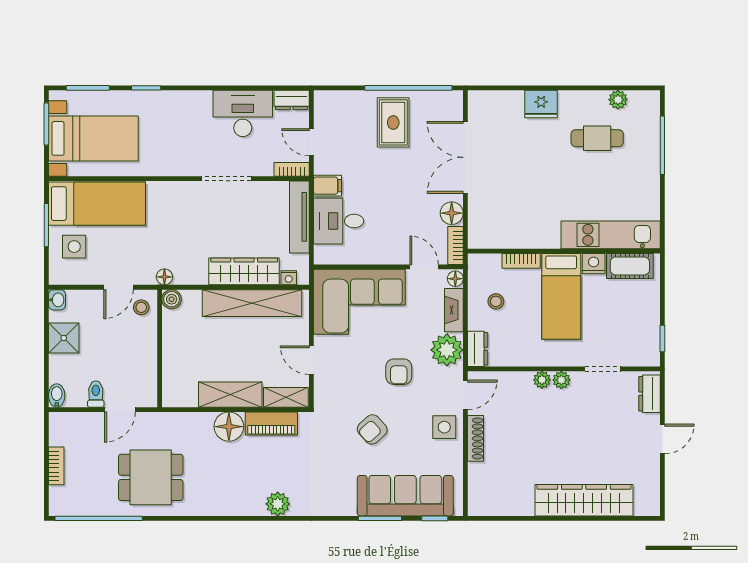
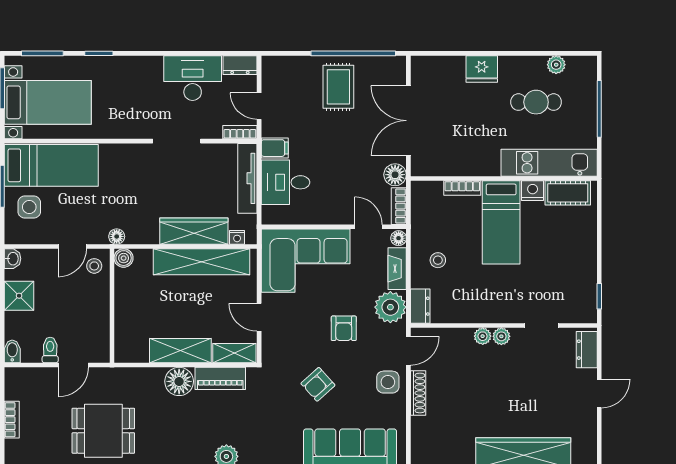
kitchen unit: (611, 235) -> (549, 163), moved
wall: (564, 251) -> (504, 178), moved
bookcase: (521, 261) -> (462, 188), moved
nightstand: (594, 264) -> (533, 191), moved
cot: (630, 266) -> (568, 193), moved
bed: (561, 296) -> (501, 222), moved

